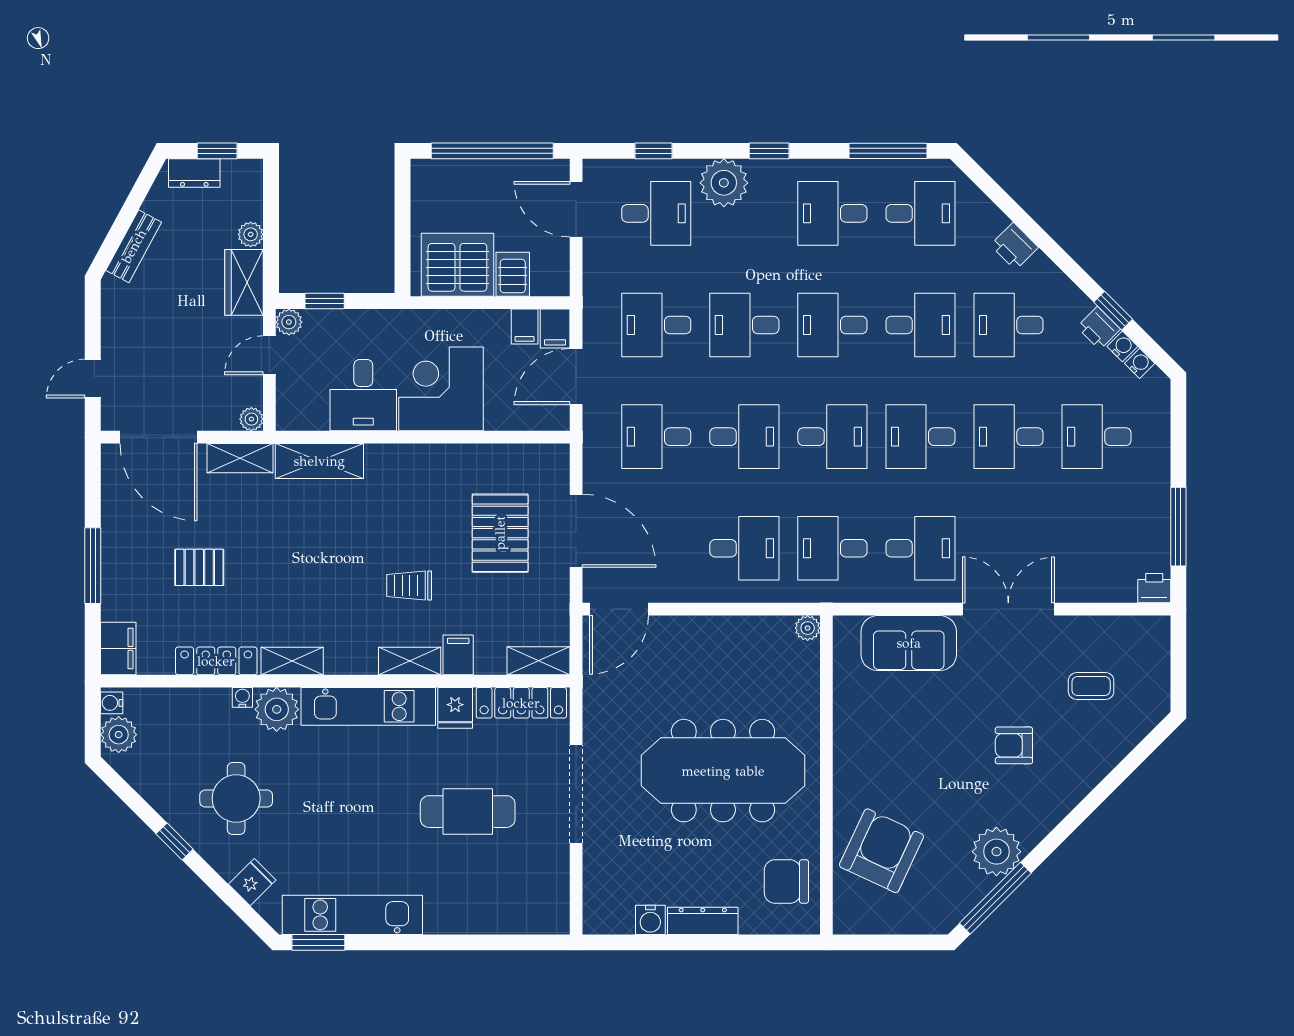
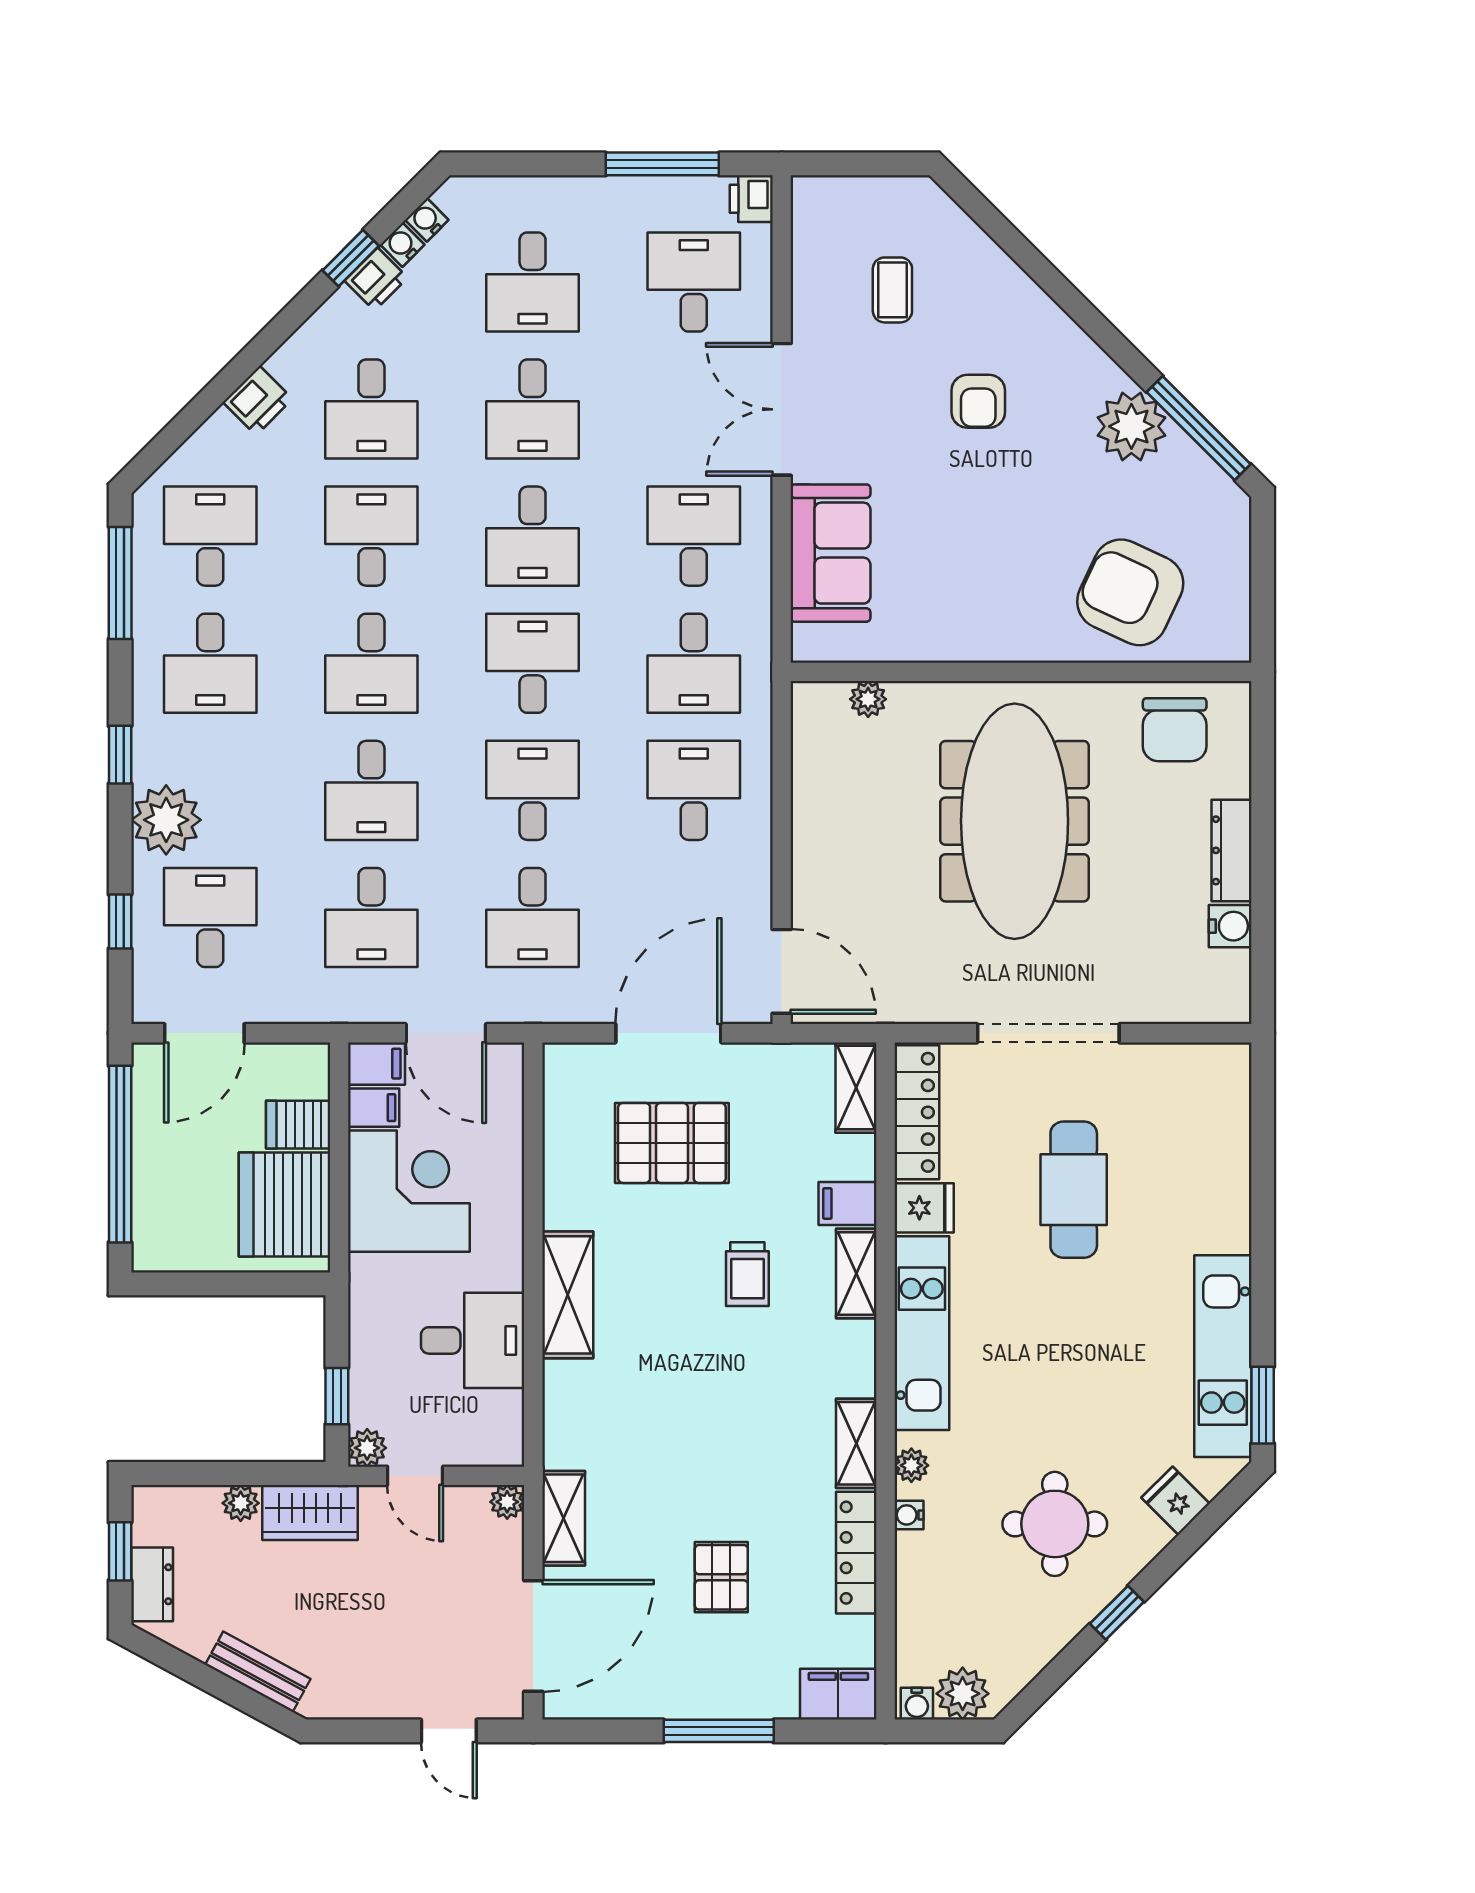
corner desk: (441, 389) -> (409, 1191), moved, turned 180
shelving: (319, 461) -> (568, 1295), moved
desk: (1097, 548) -> (694, 282), added
plant: (808, 628) -> (868, 699), moved
plant: (277, 709) -> (911, 1465), width x0.53, depth x0.53

